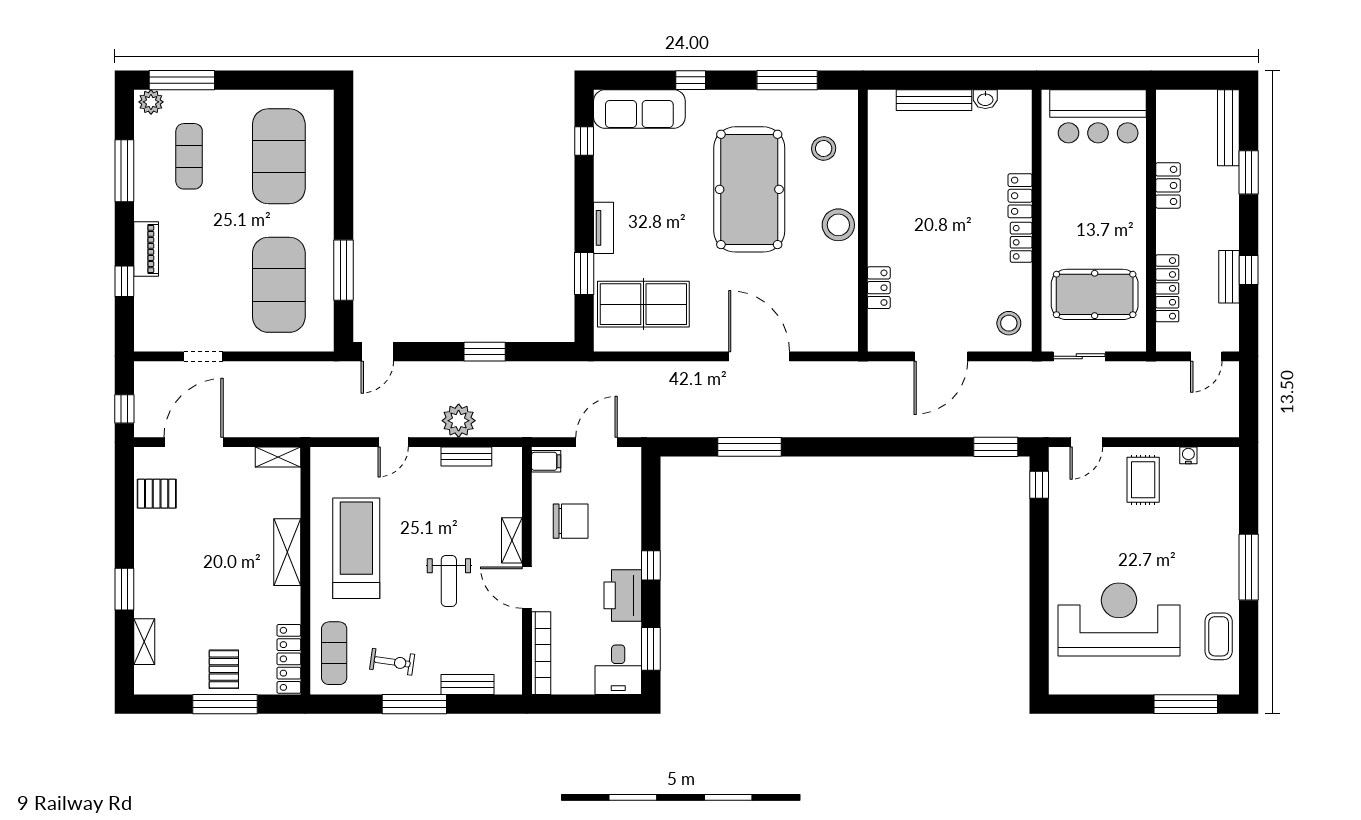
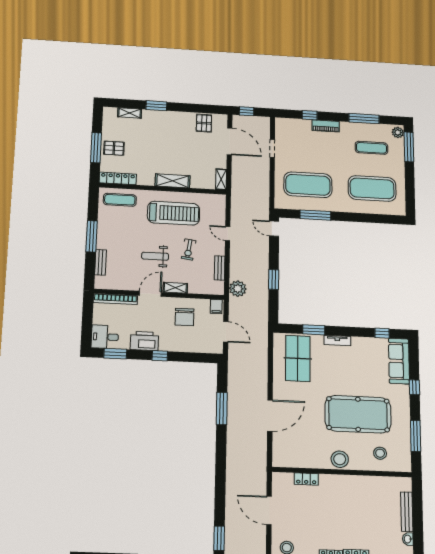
plant: (459, 421) -> (238, 289), moved
exercise bike: (392, 662) -> (189, 249), moved

